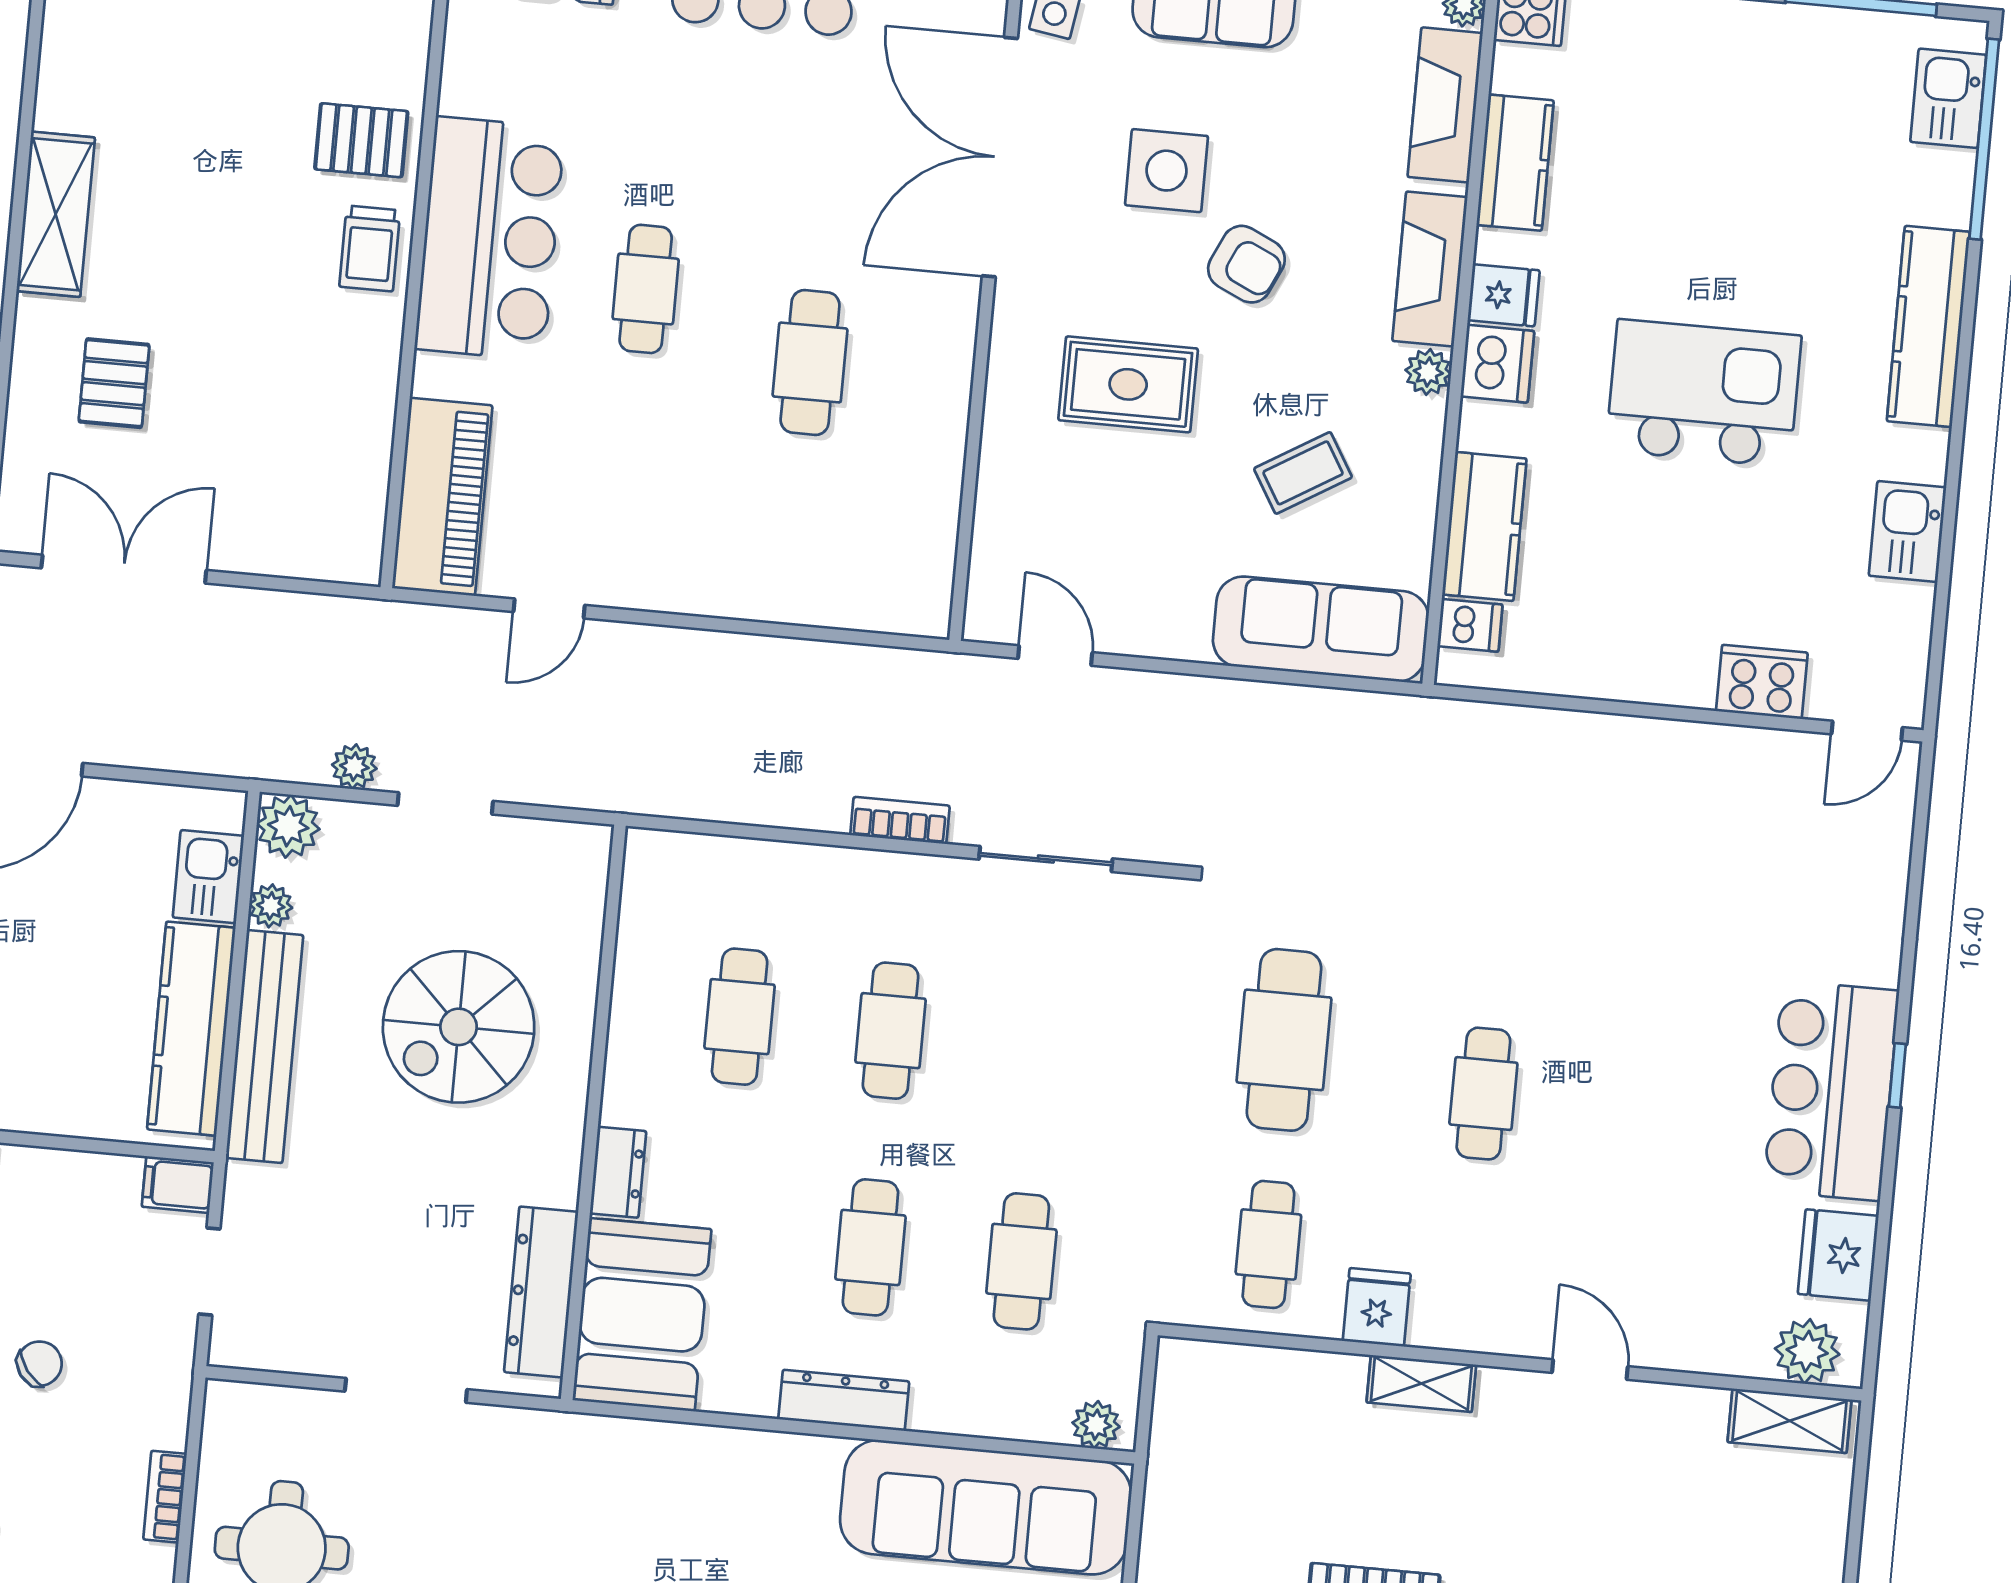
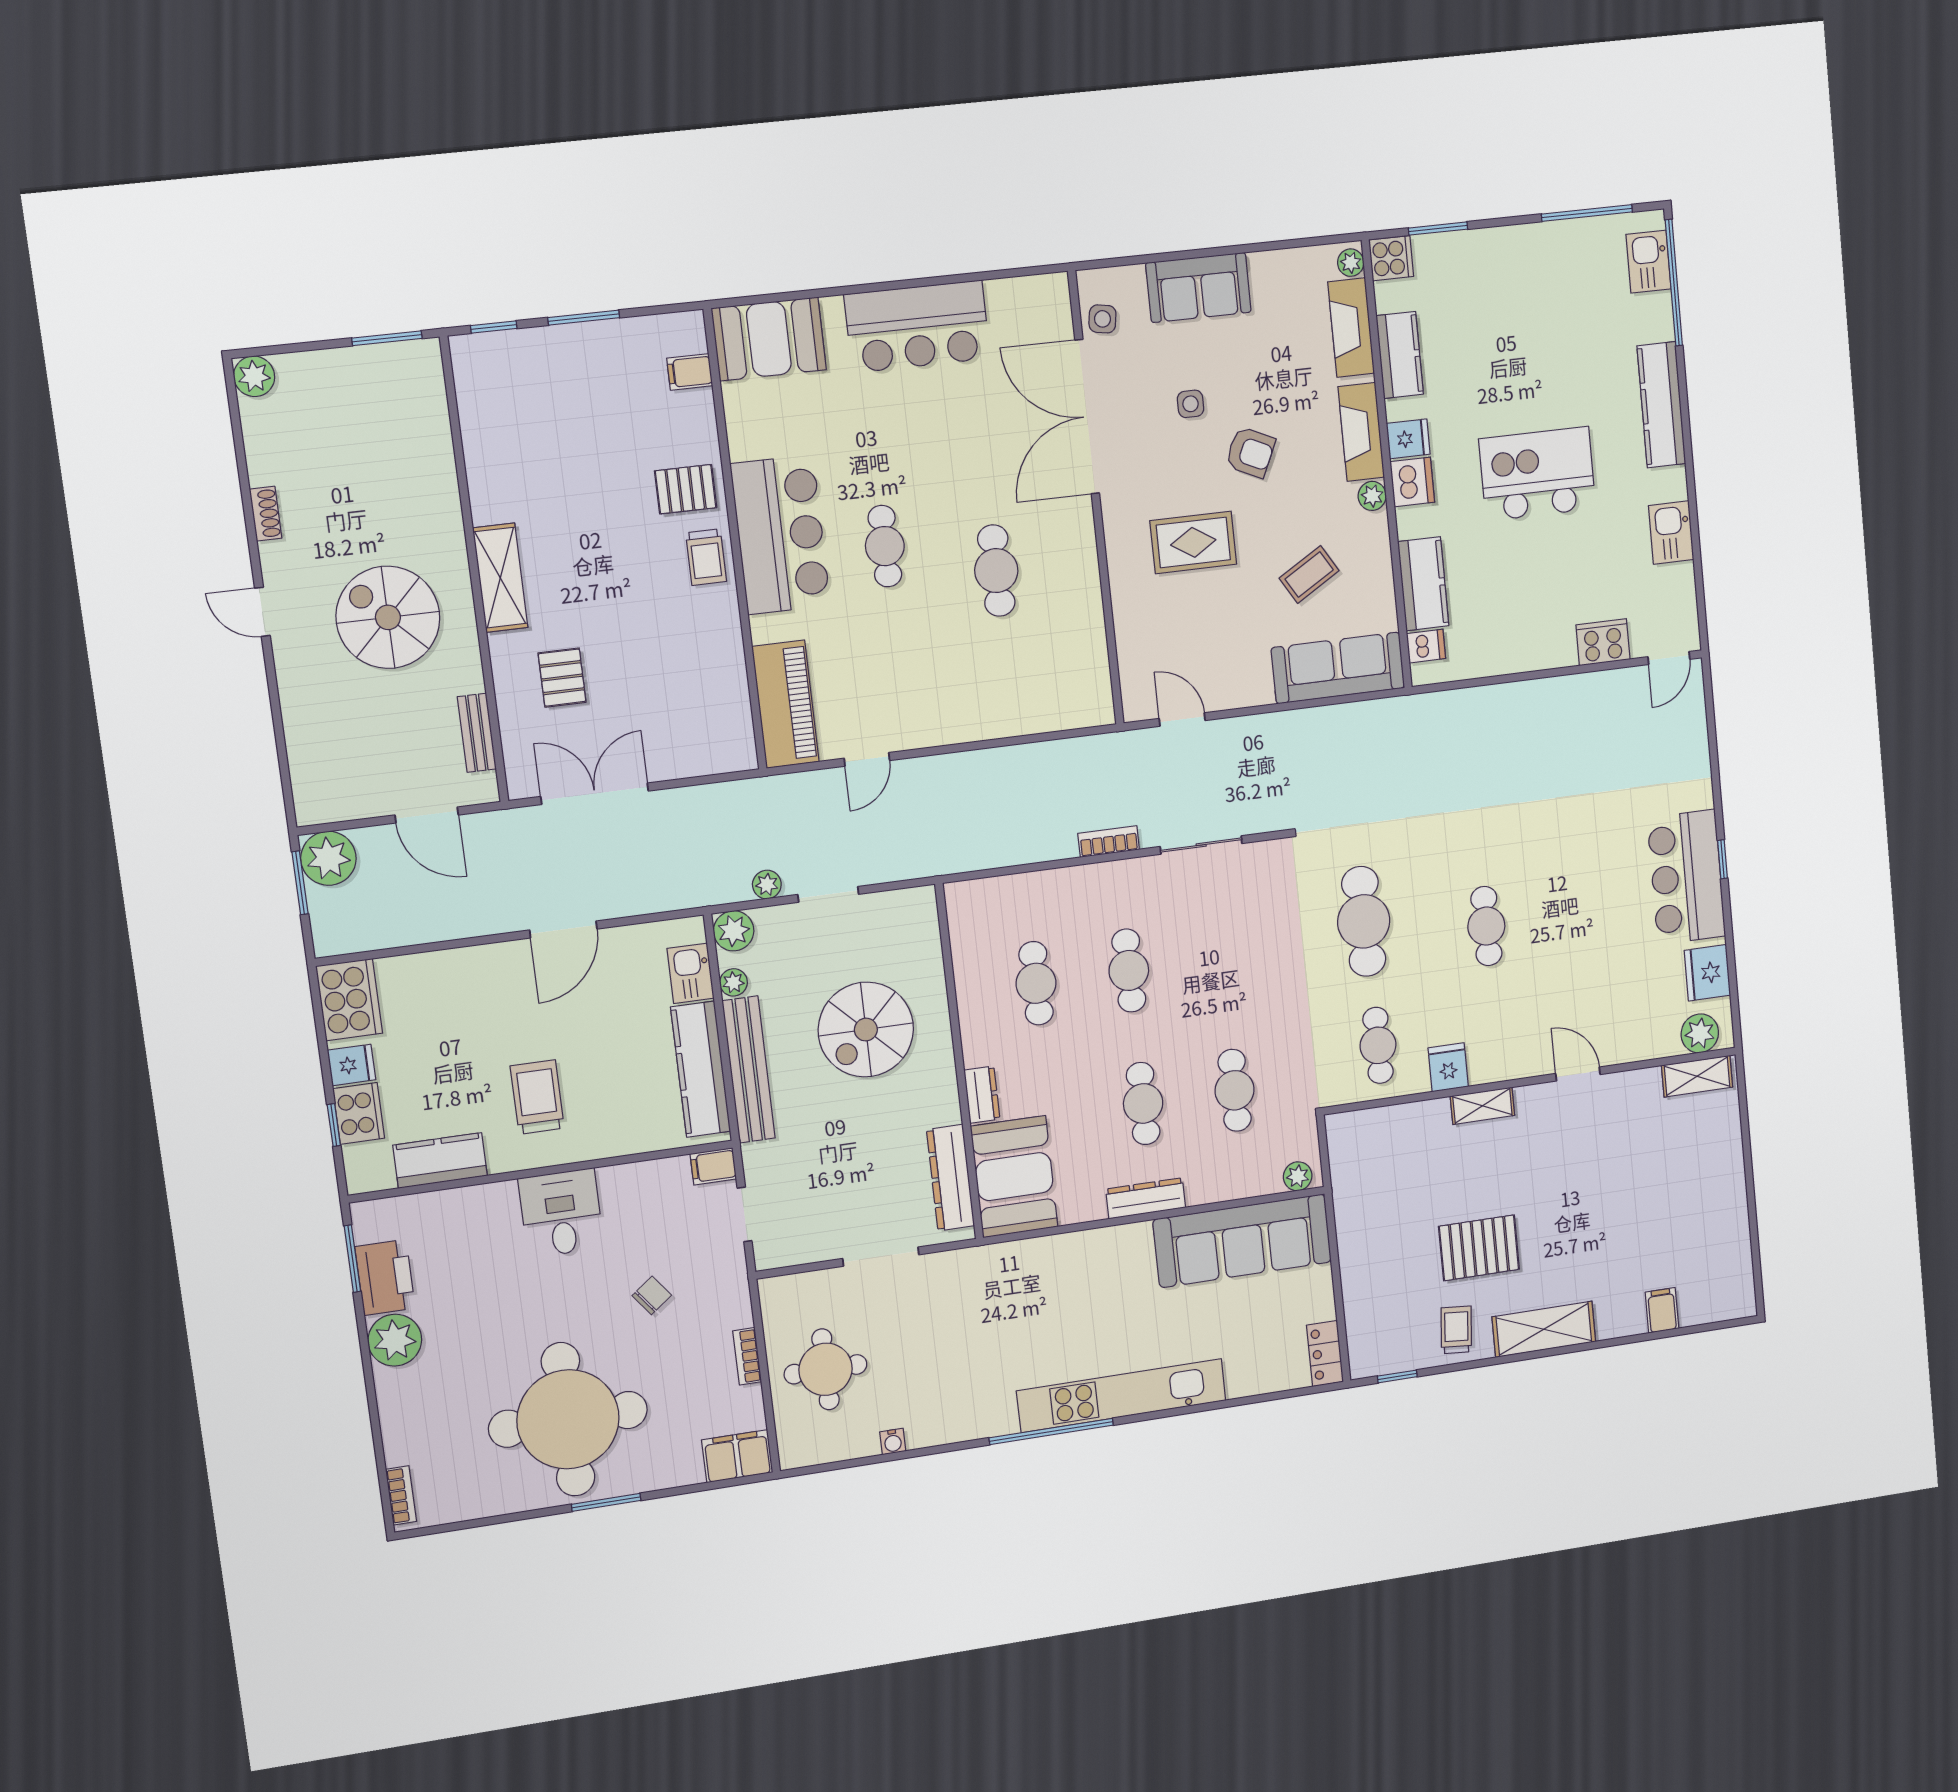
side table: (1167, 171) -> (1191, 404), width x0.54, depth x0.54

